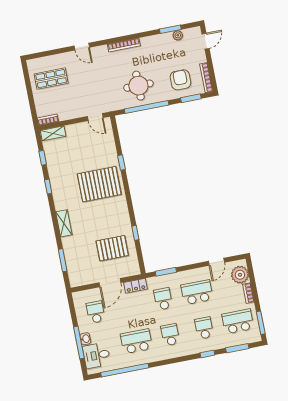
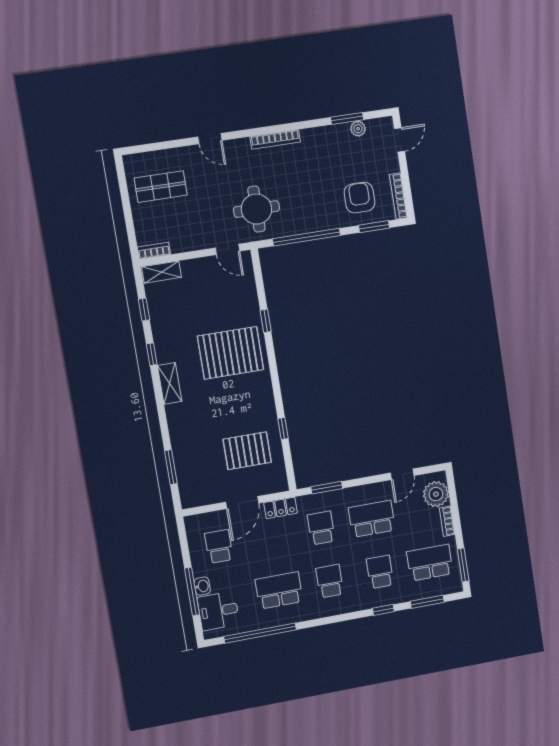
round table: (138, 86) -> (256, 209), moved
shelving: (64, 223) -> (170, 383), moved

